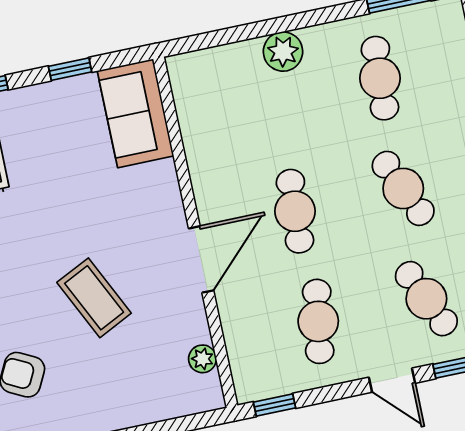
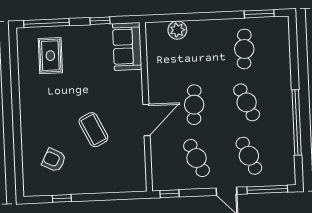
plant: (283, 52) -> (177, 30), moved
cafe table: (318, 321) -> (197, 158), turned -33
plant: (202, 359) -> (139, 167), removed

